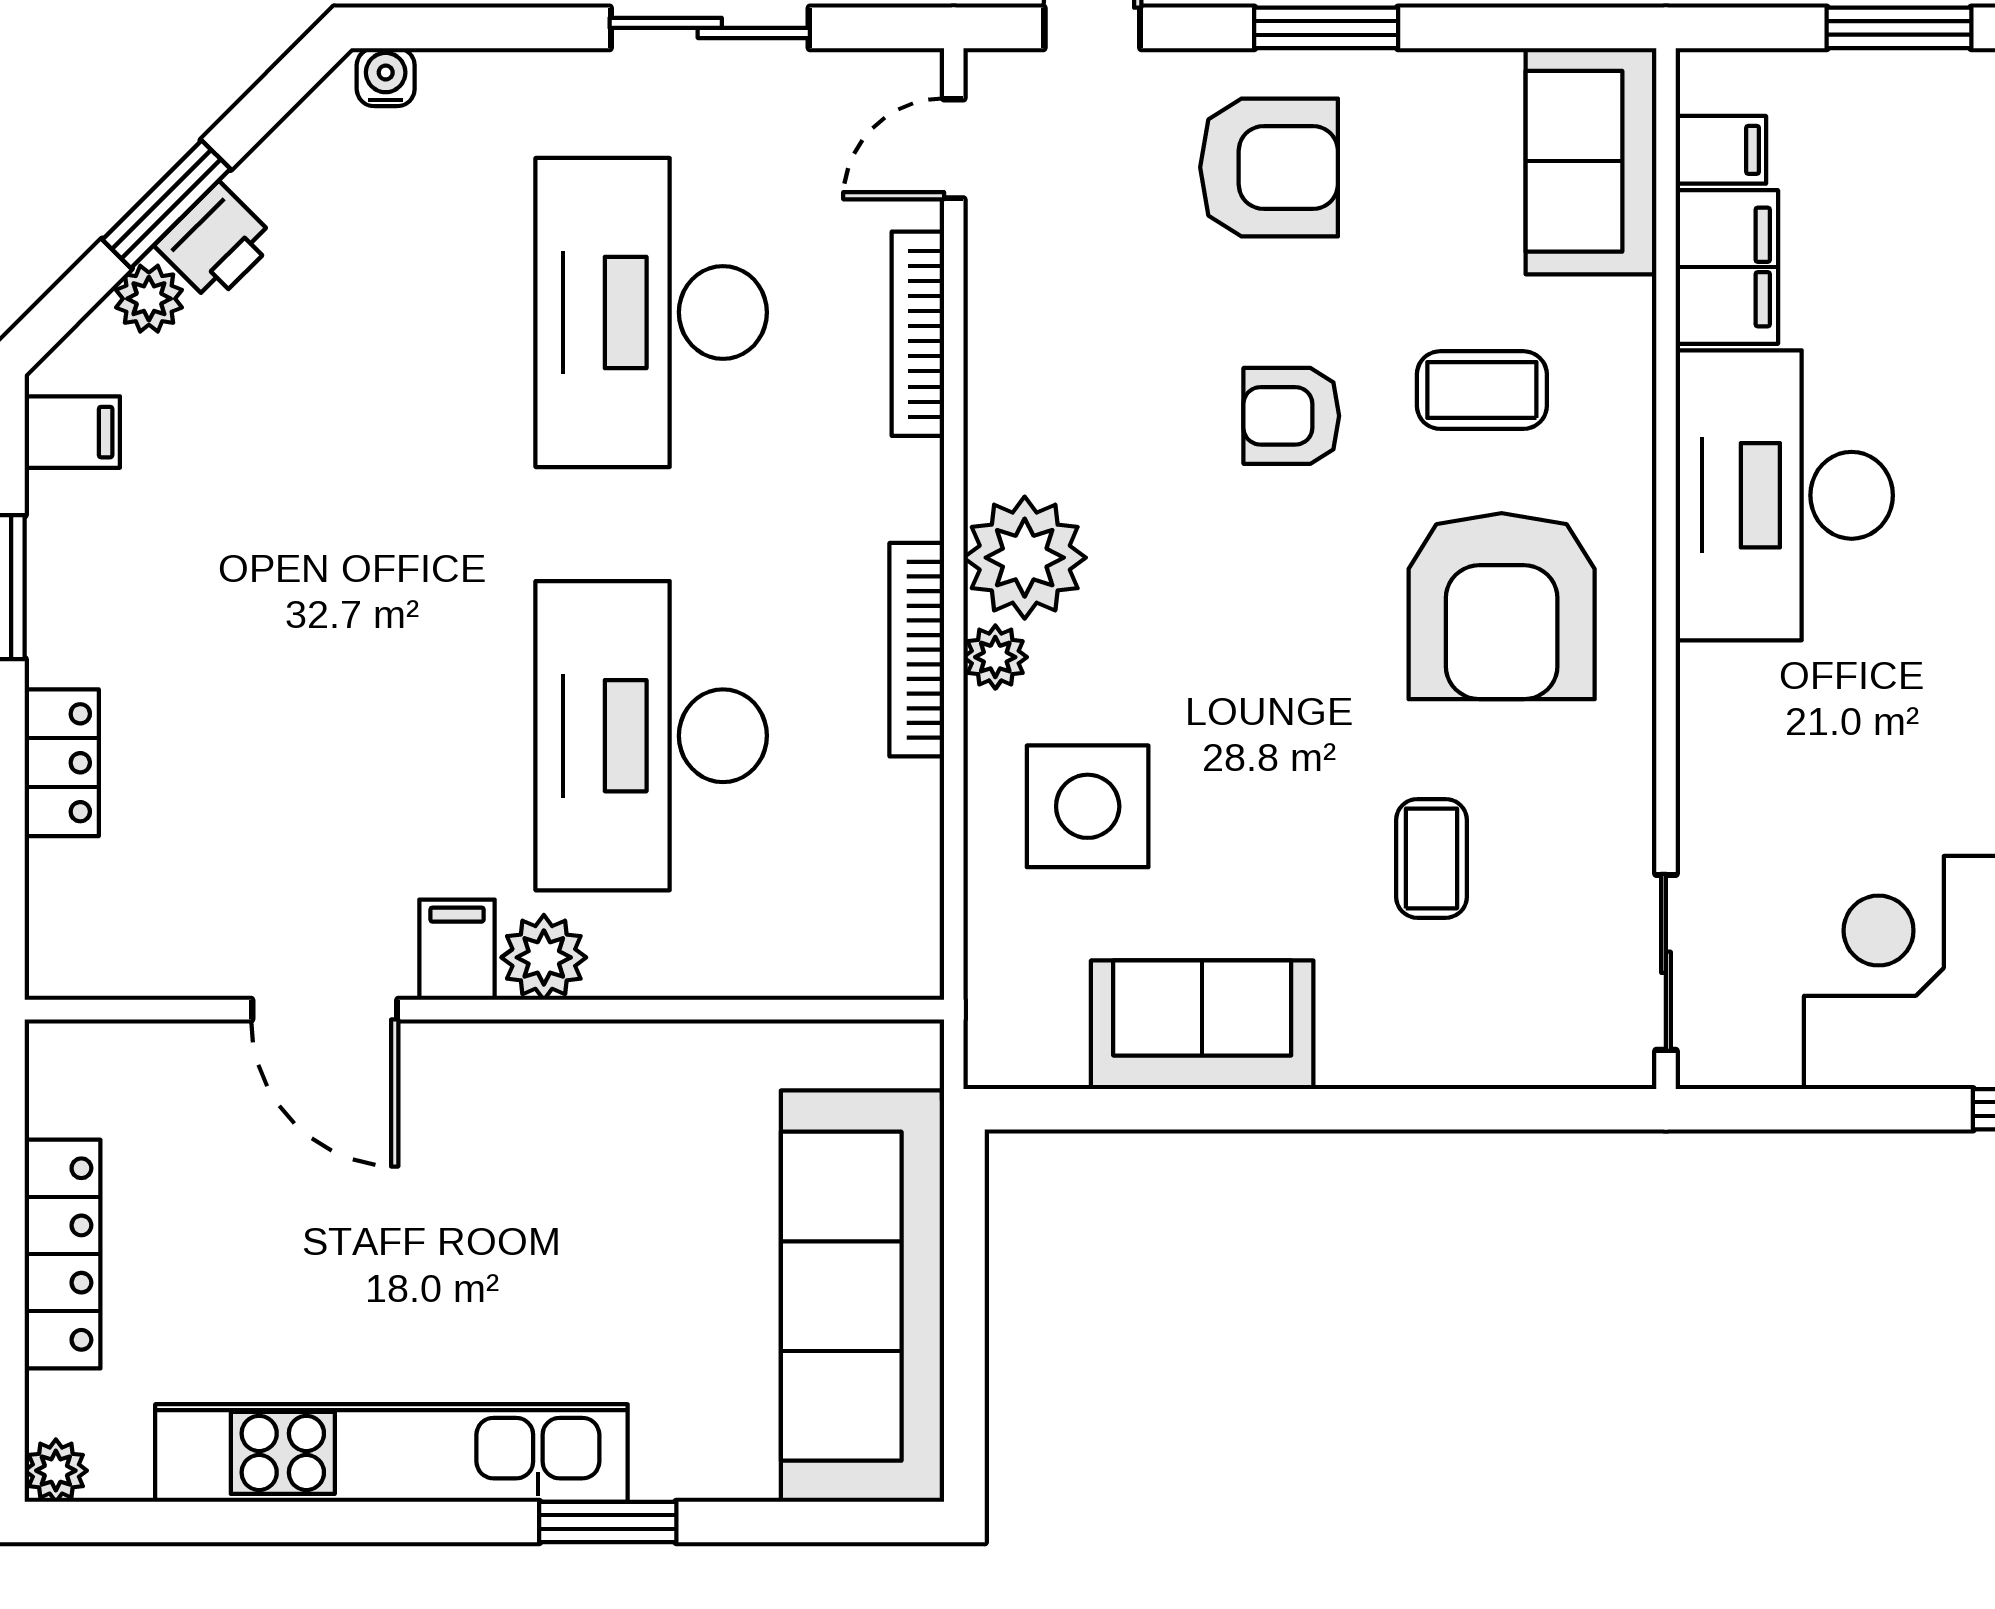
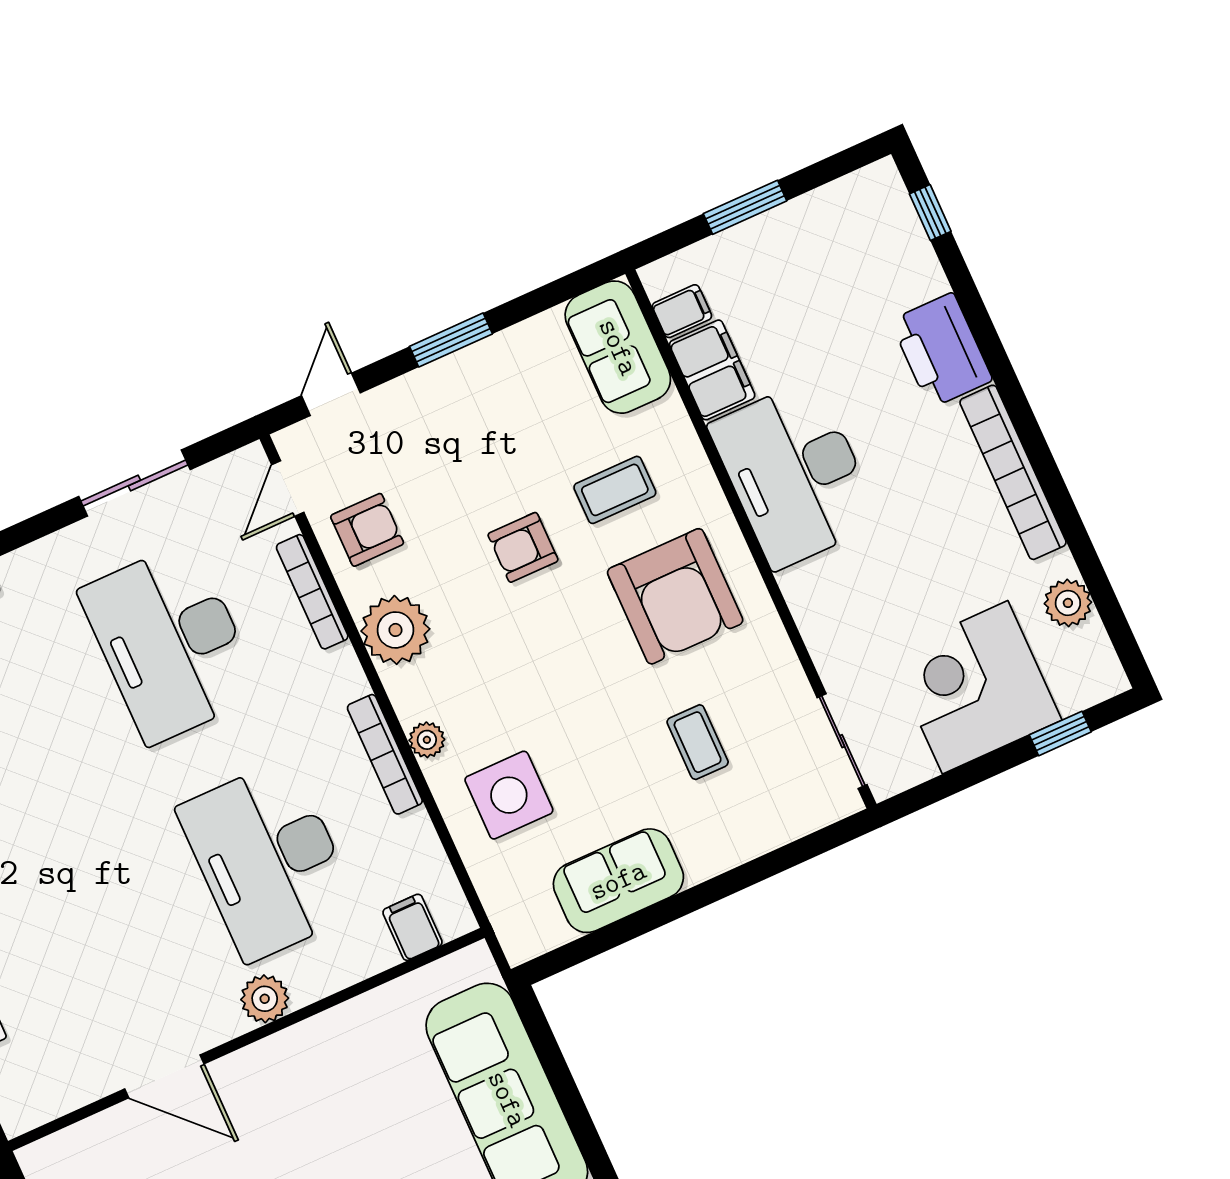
armchair: (1269, 167) -> (367, 530), moved, width x0.72, depth x0.72
plant: (1025, 558) -> (395, 630), moved
filing cabinet: (457, 950) -> (412, 927), moved

